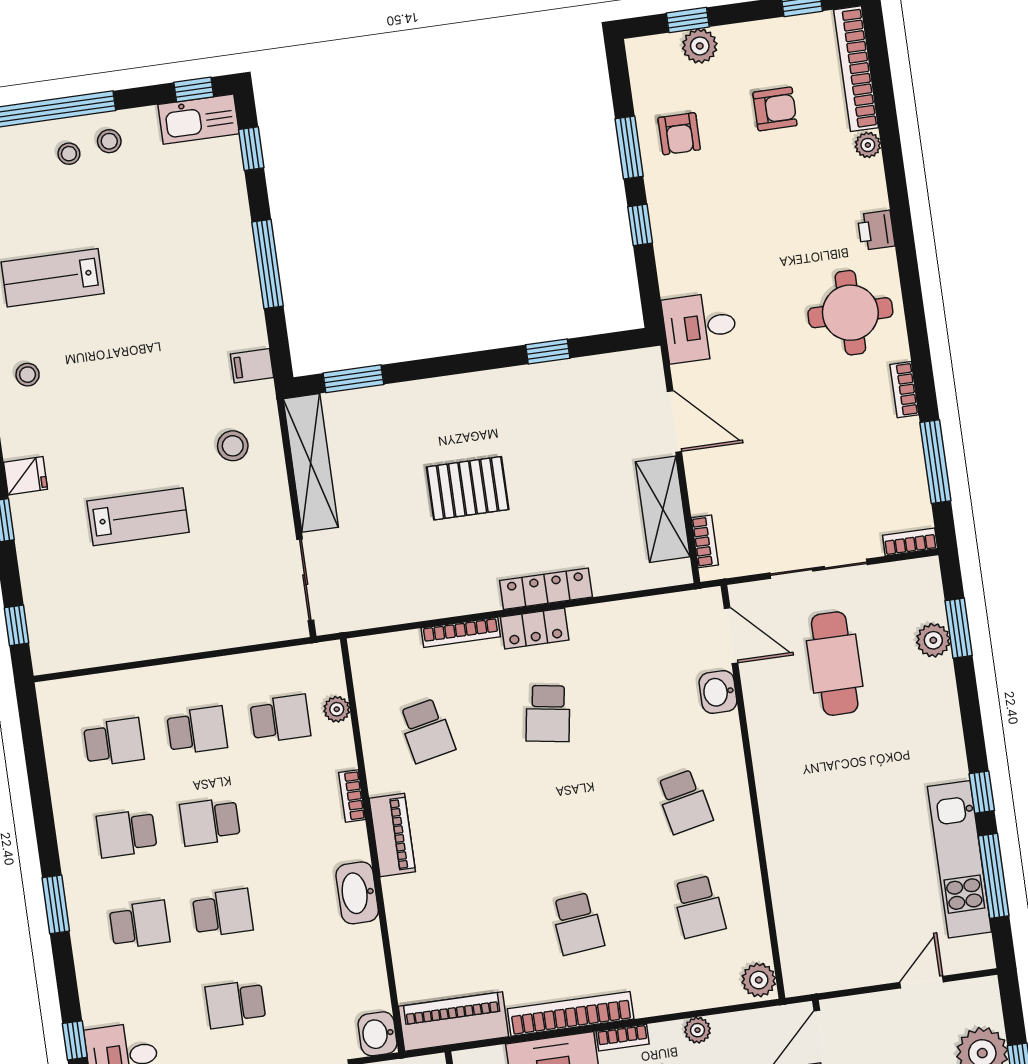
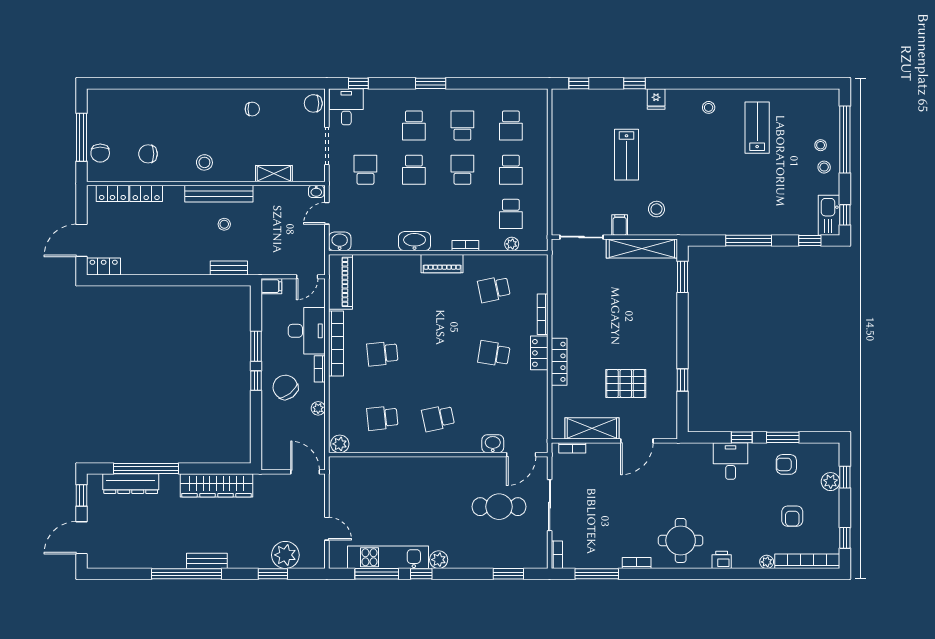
desk: (700, 327) -> (731, 461), moved
filing cabinet: (252, 366) -> (620, 225), moved
pallet: (468, 488) -> (626, 384), moved, turned 90
plant: (933, 640) -> (439, 560), moved

